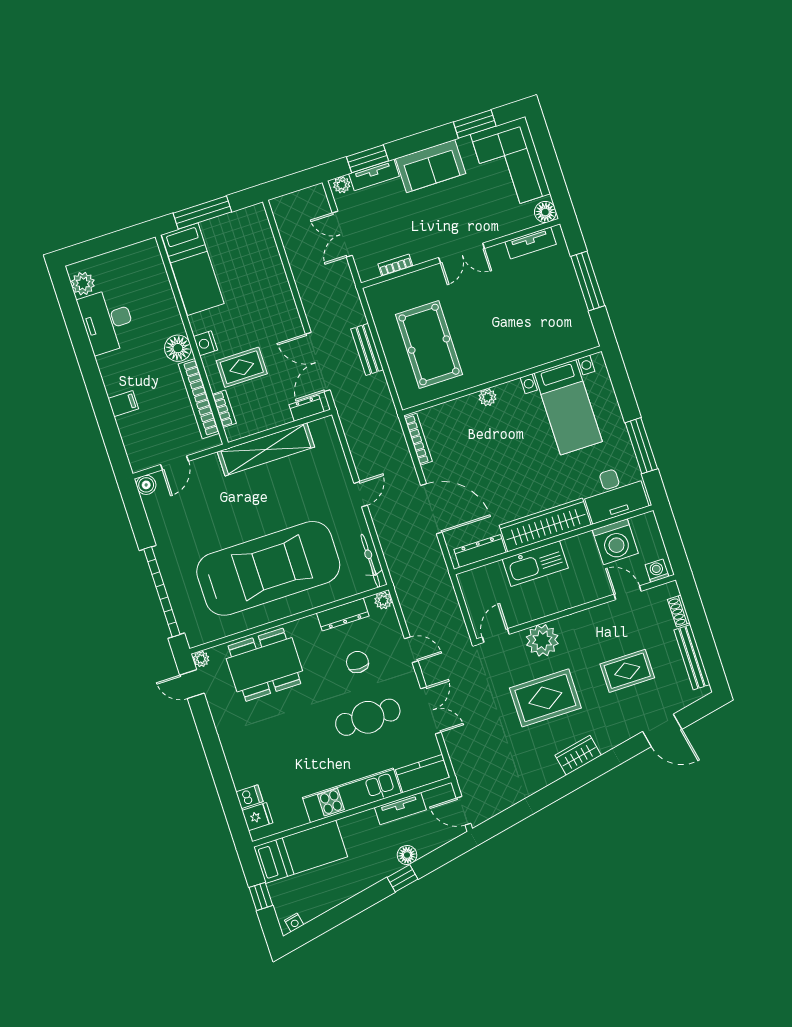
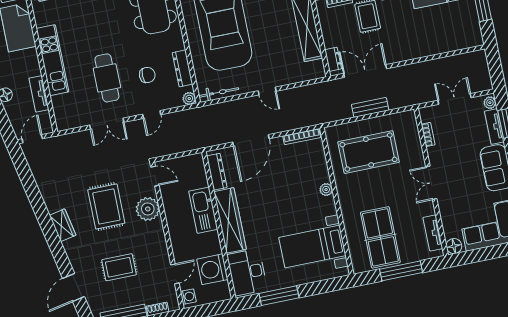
table tennis table: (545, 315) -> (380, 237), added
rug: (627, 671) -> (119, 267), turned 90
kitchen counter: (422, 774) -> (62, 112), removed

